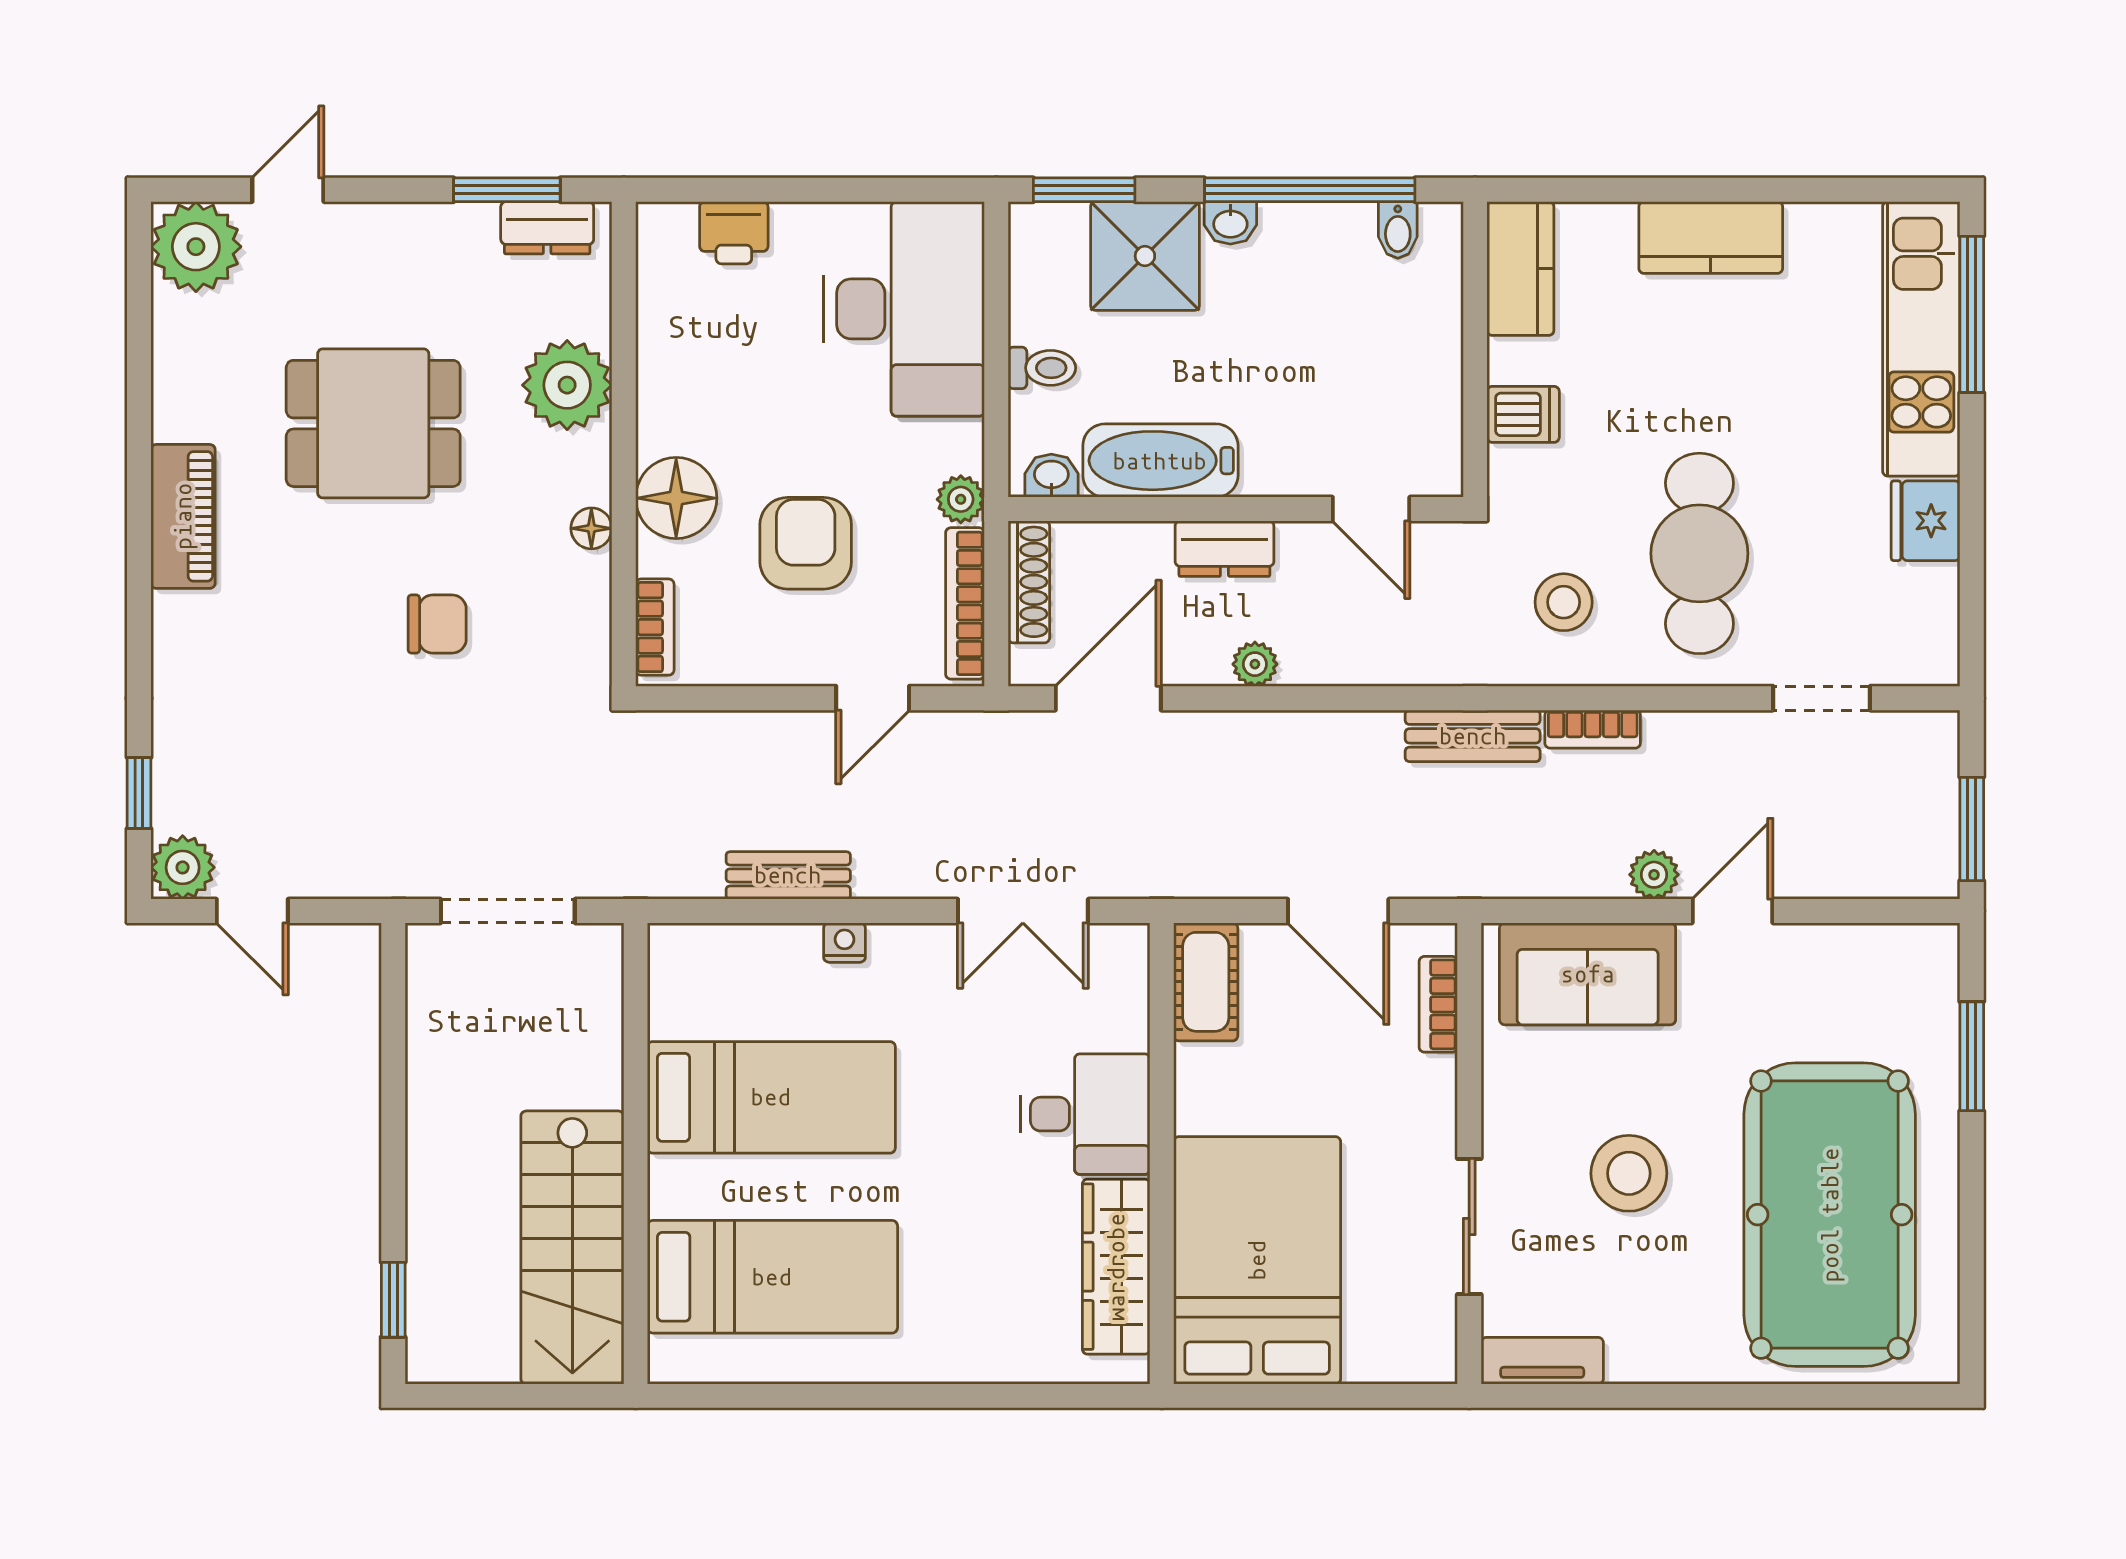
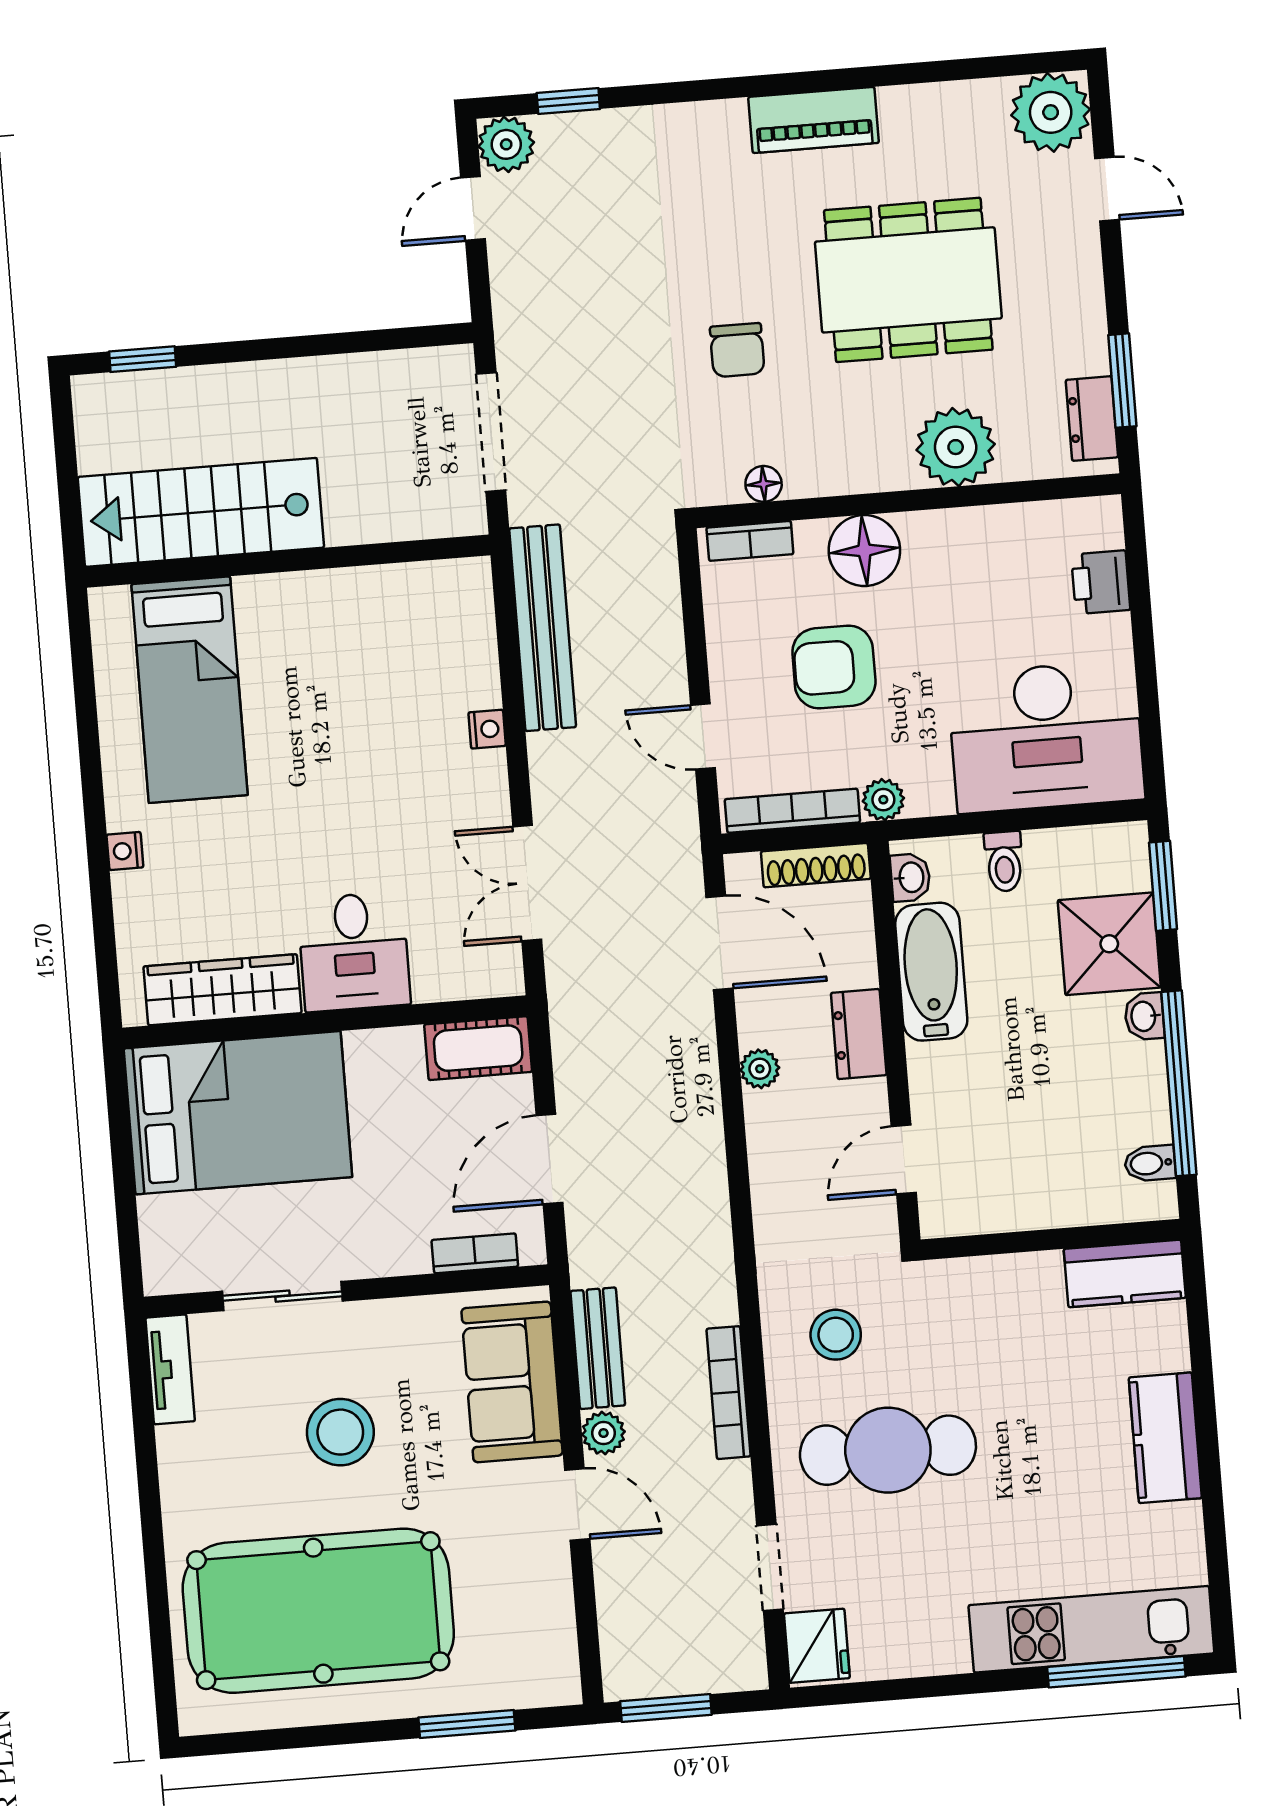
dishwasher: (1523, 414) -> (997, 1286), removed
dining table: (373, 423) -> (908, 280), width x1.38
fridge: (1926, 521) -> (817, 1646), moved, turned 90
floor lamp: (591, 528) -> (764, 484), moved
armchair: (806, 543) -> (834, 667), turned 180
bookcase: (1593, 729) -> (729, 1393), width x1.56
bench: (1473, 736) -> (598, 1348), moved
bench: (788, 875) -> (543, 628), width x1.86, depth x1.21
bed: (771, 1097) -> (346, 676), removed
nightstand: (950, 1365) -> (125, 851), added

